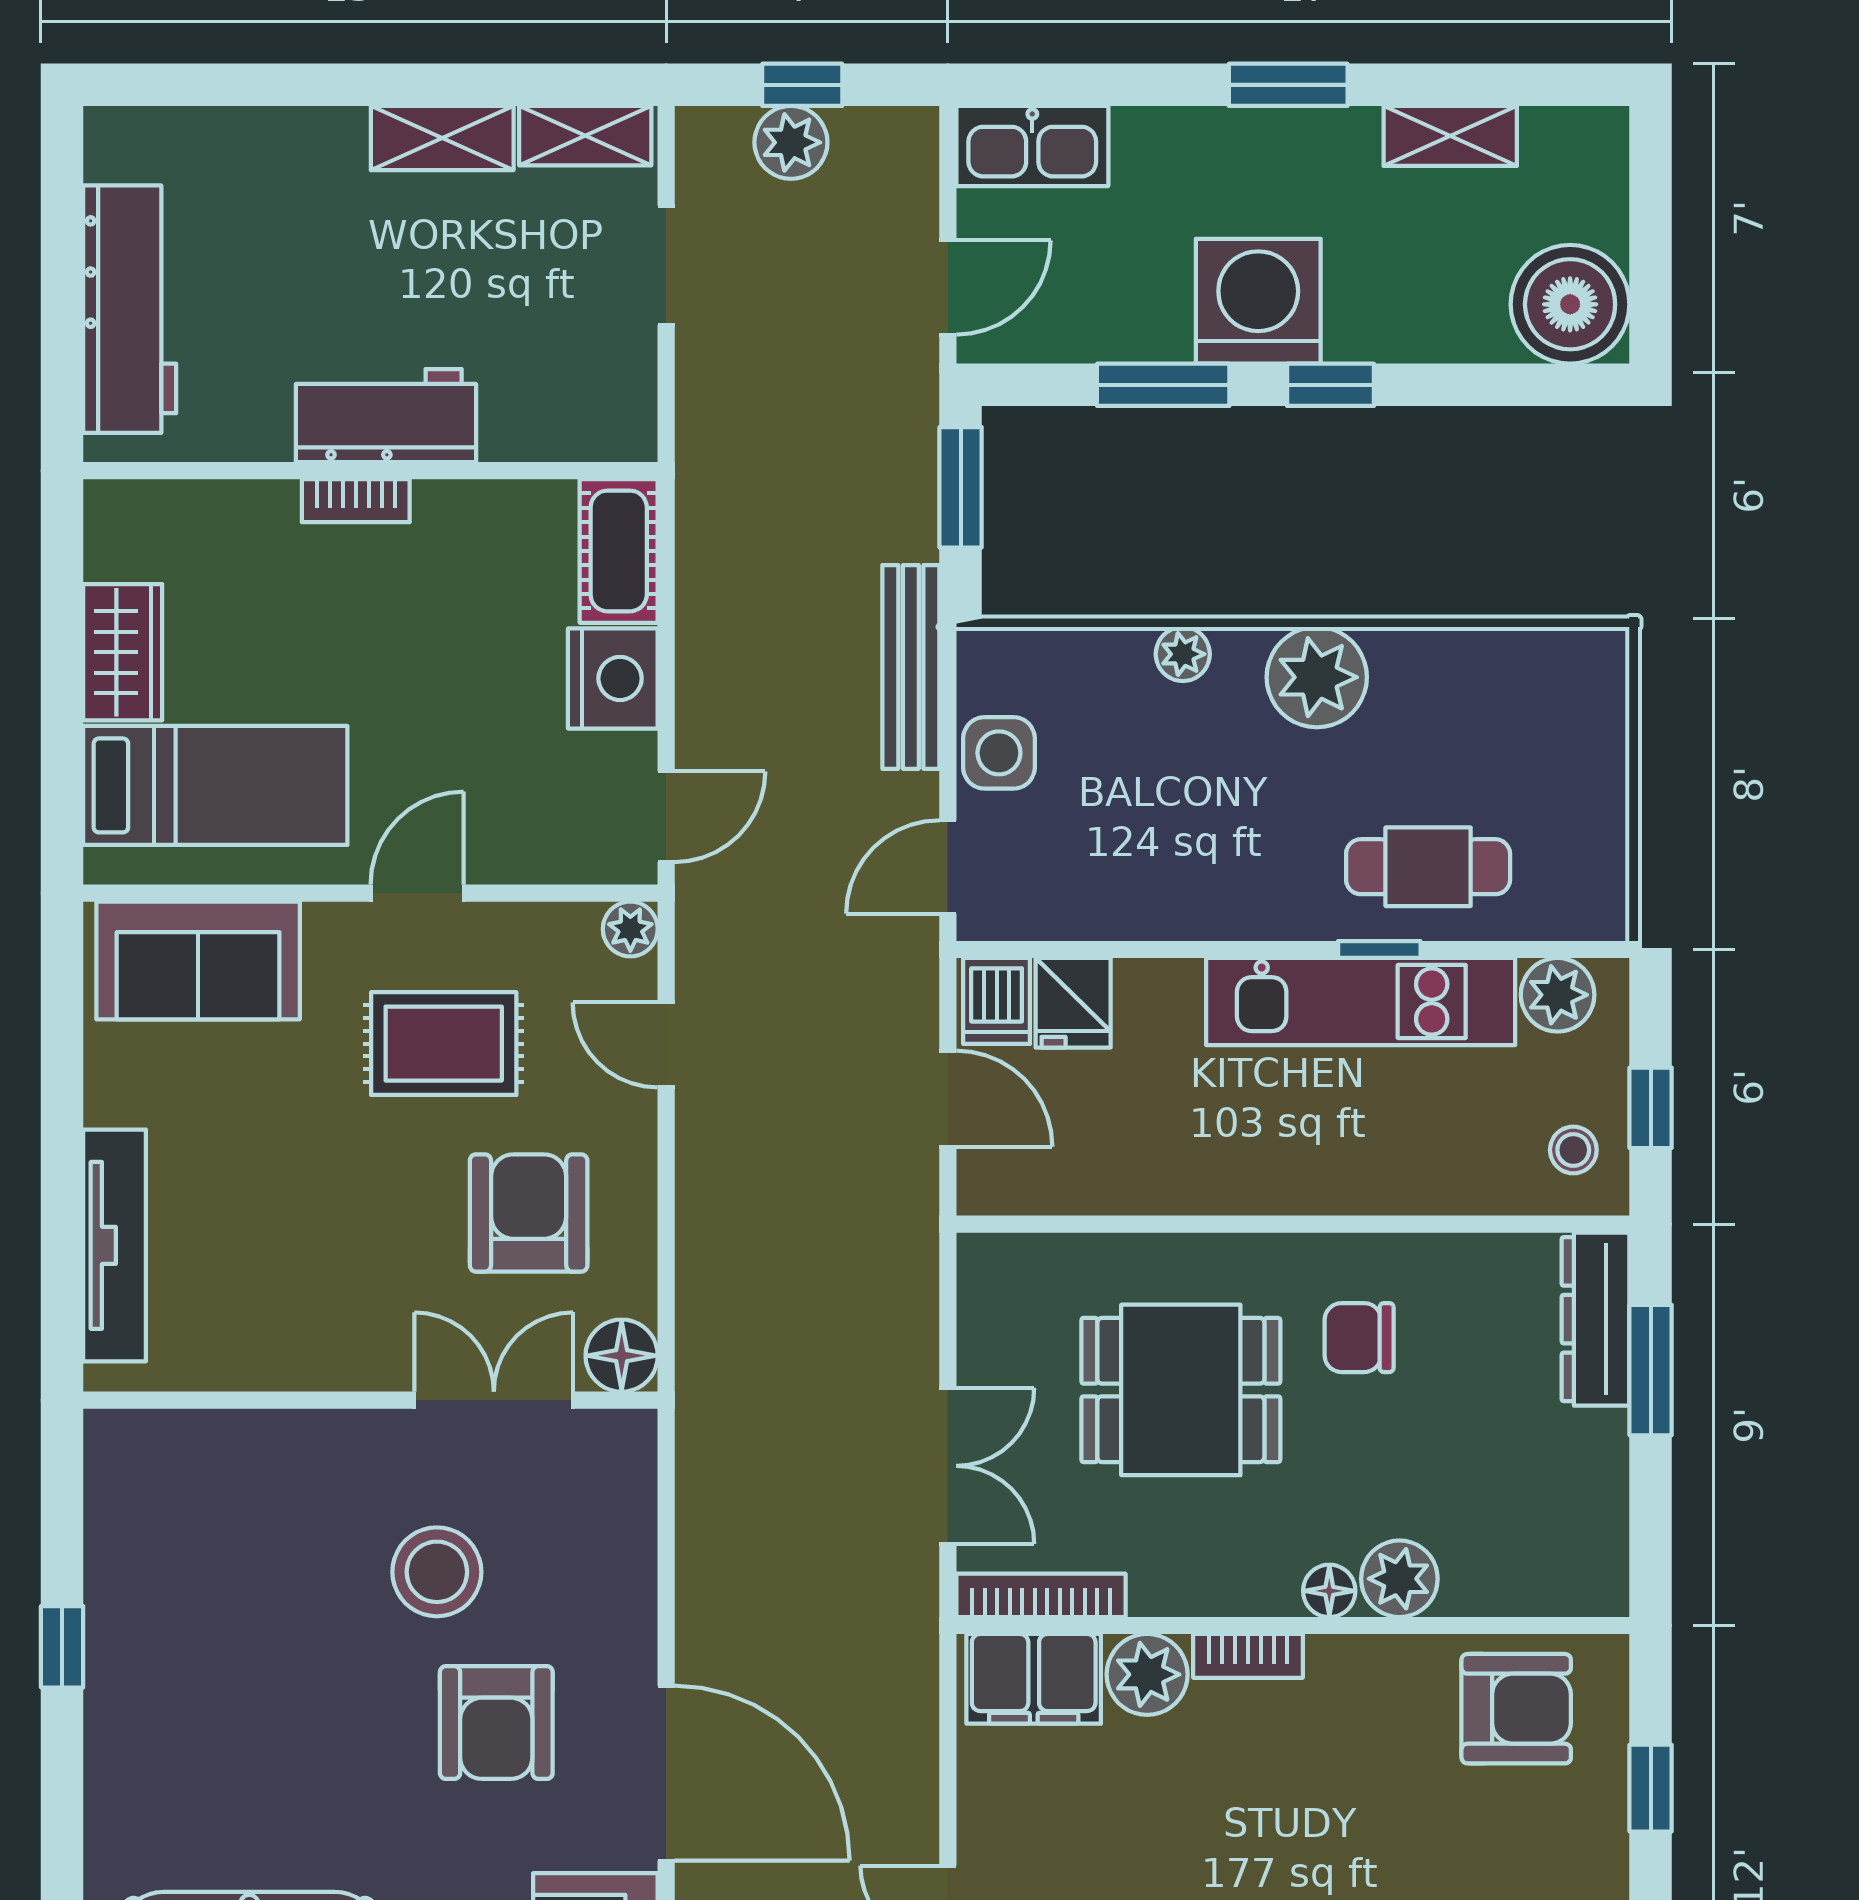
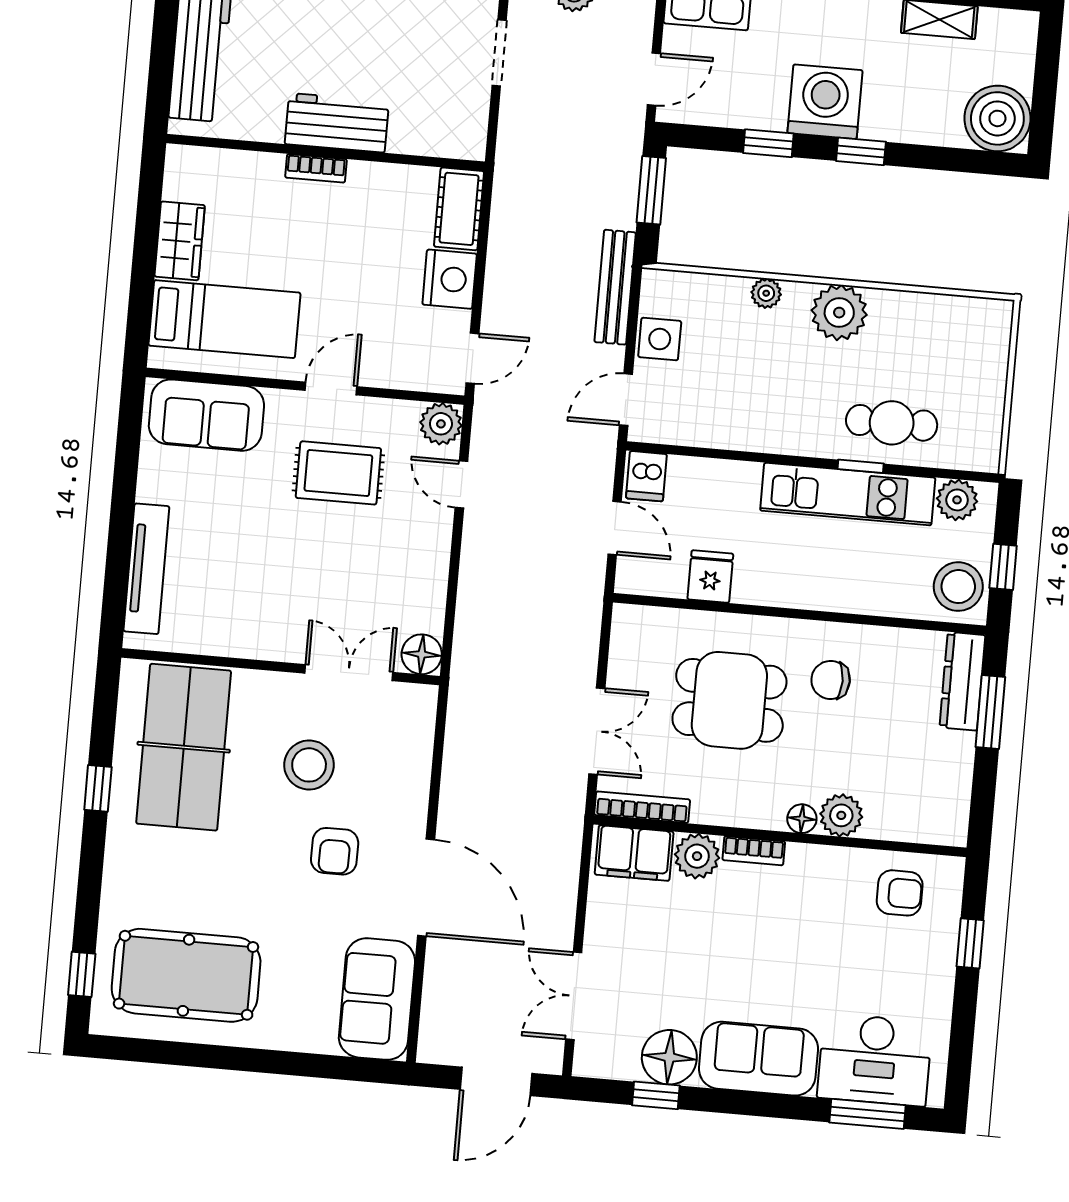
window: (1163, 385) -> (768, 143), width x0.67
plant: (630, 929) -> (441, 424), width x1.38, depth x1.38
fridge: (1073, 1003) -> (710, 577), moved, turned 180
stool: (1573, 1150) -> (958, 587), width x1.89, depth x1.89
armchair: (529, 1213) -> (377, 571), removed
table tennis table: (209, 1560) -> (184, 747), added
armchair: (1516, 1709) -> (900, 893), width x0.72, depth x0.72
armchair: (496, 1723) -> (335, 851), width x0.72, depth x0.72

